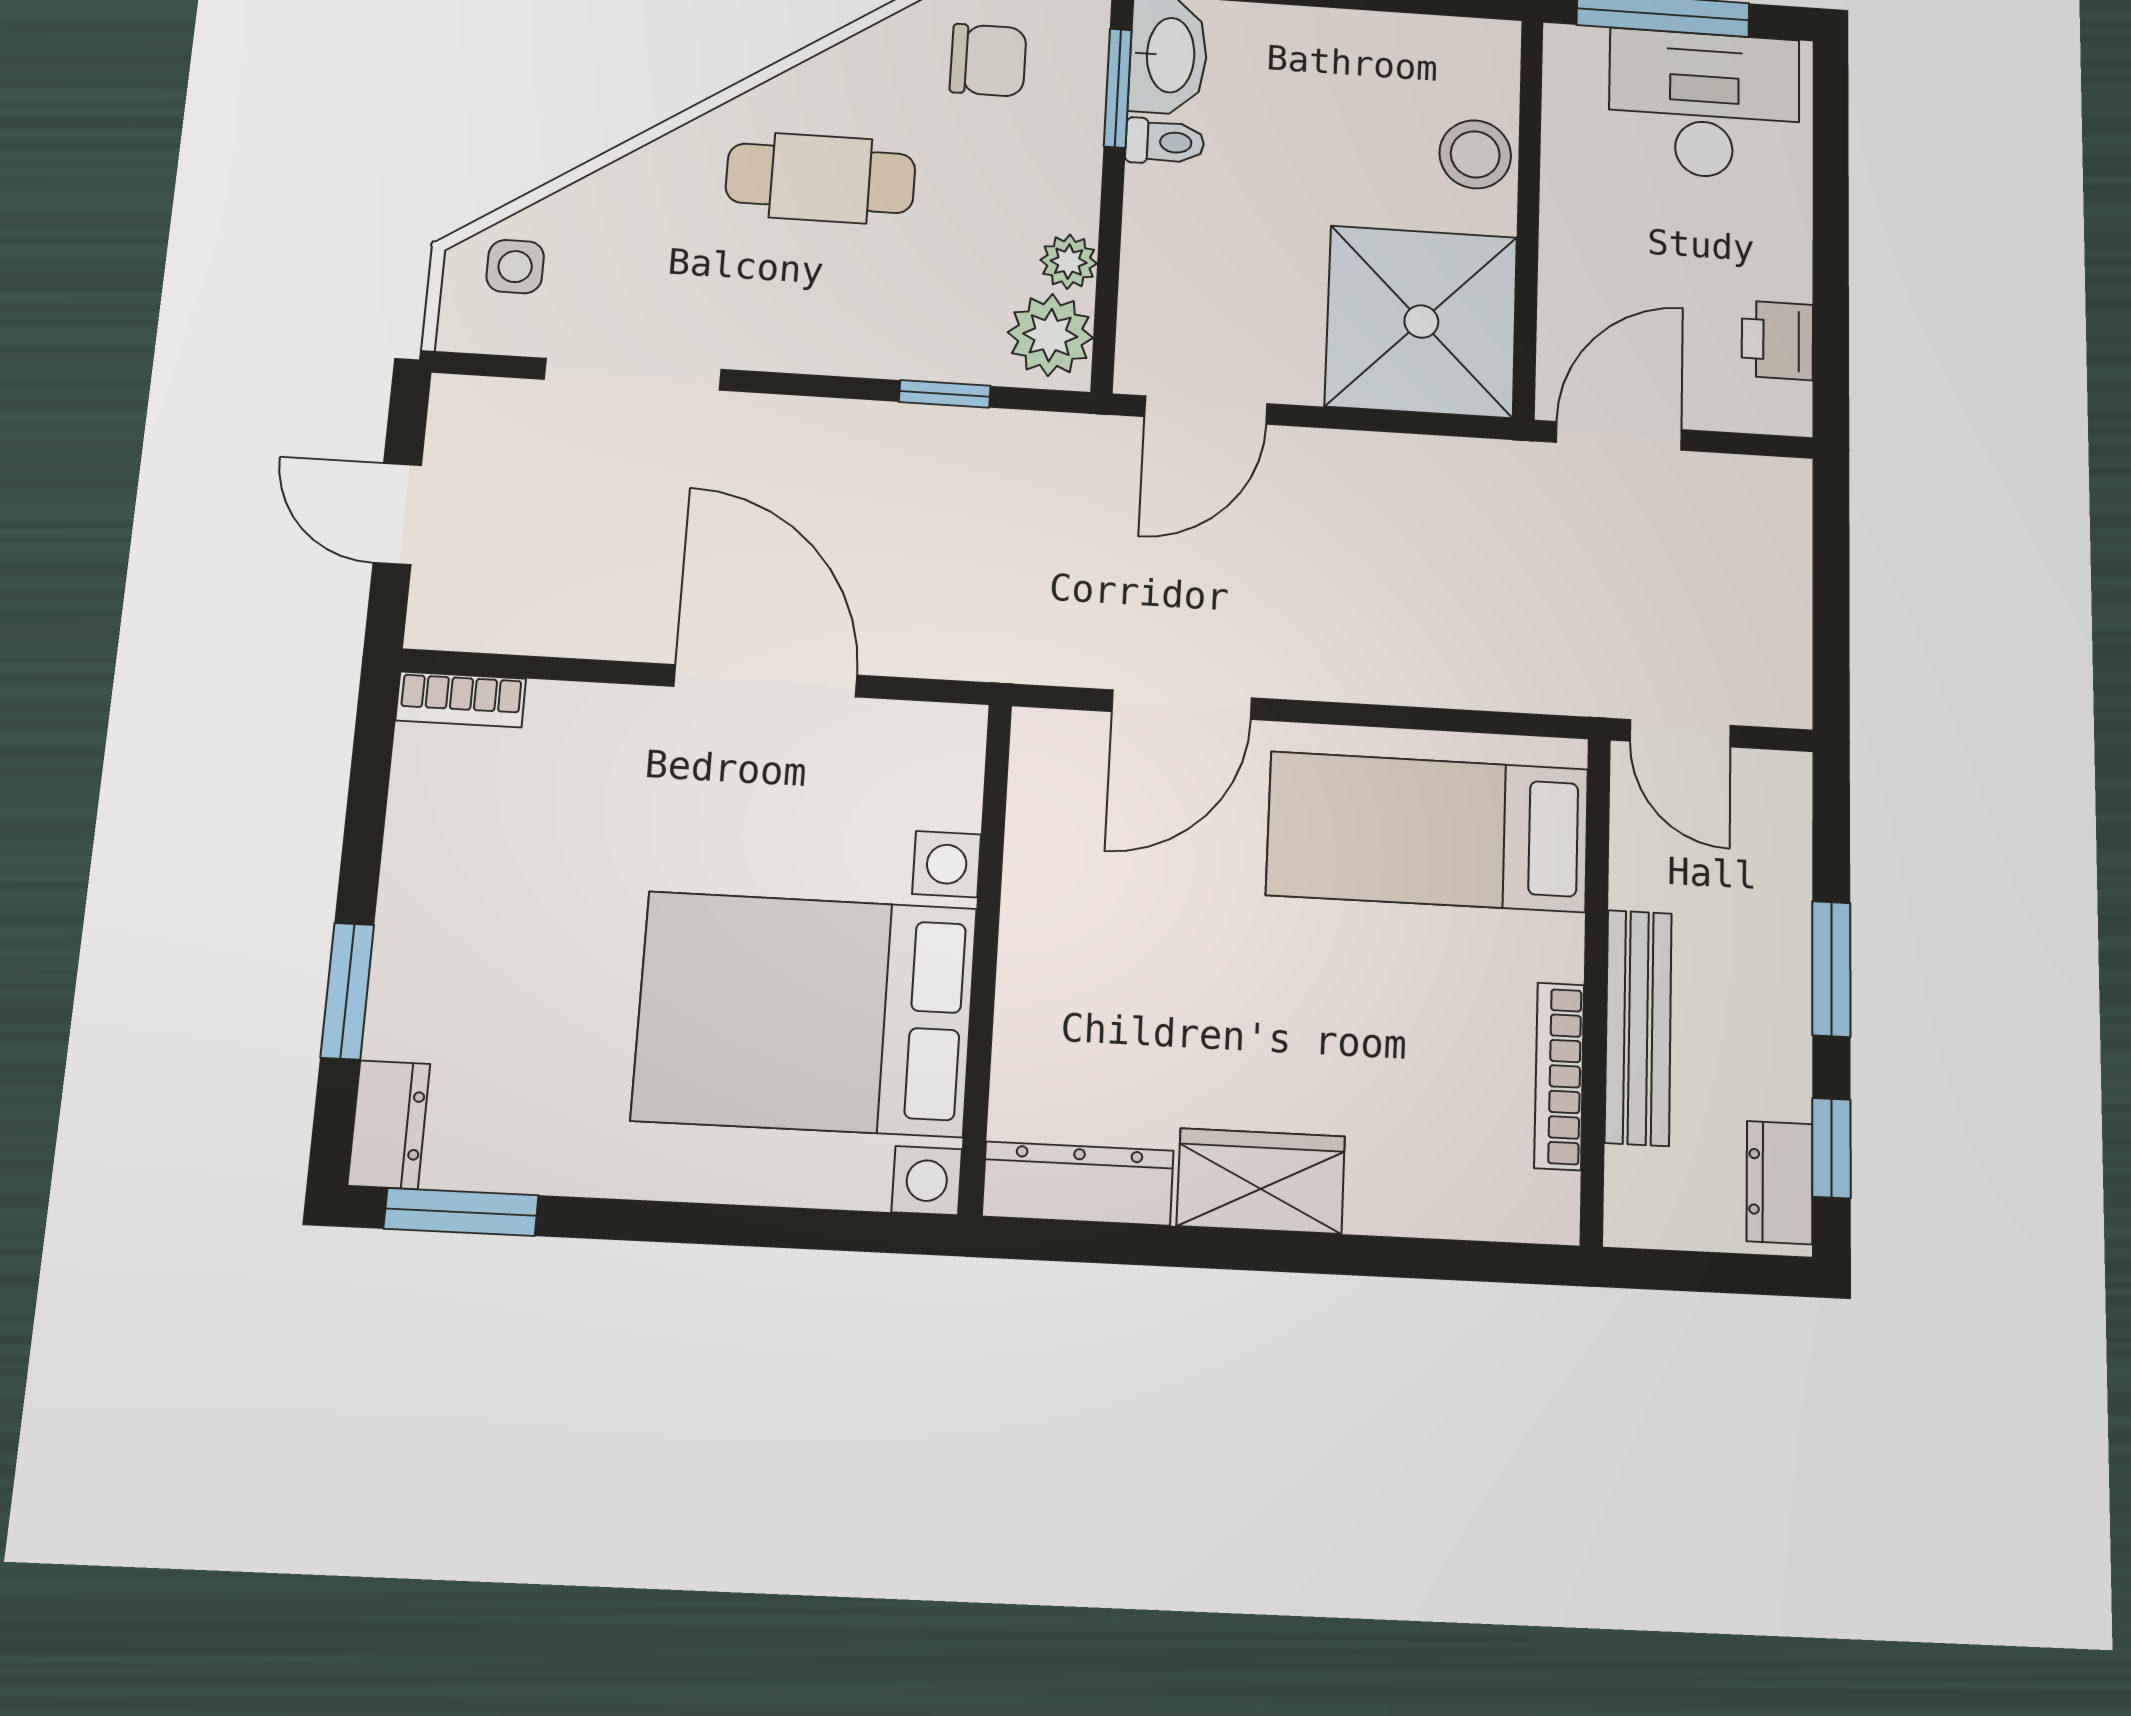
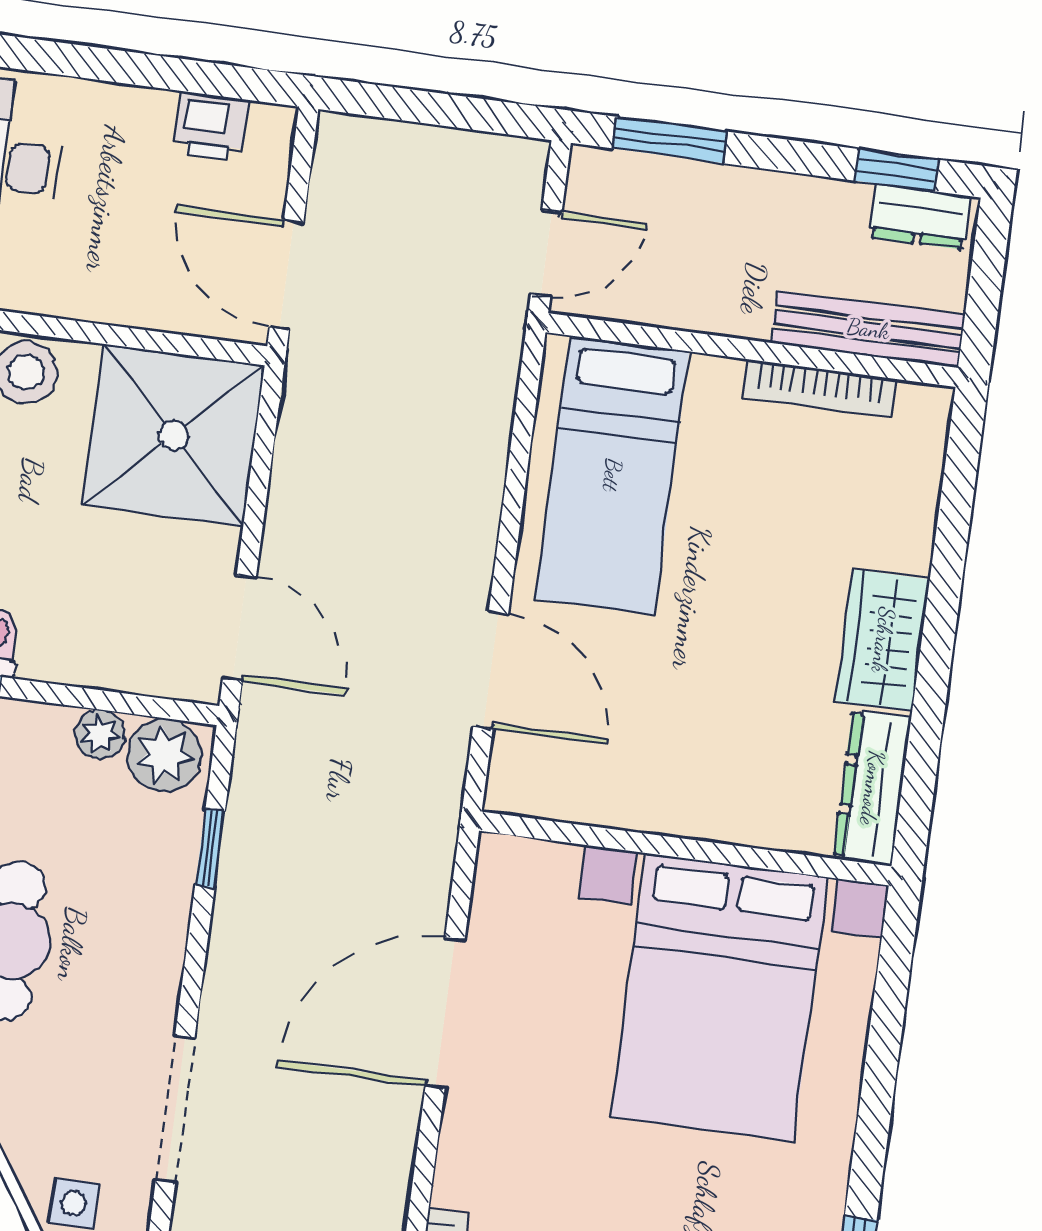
window: (1831, 969) -> (670, 140), moved
bench: (1638, 1027) -> (868, 329), moved

